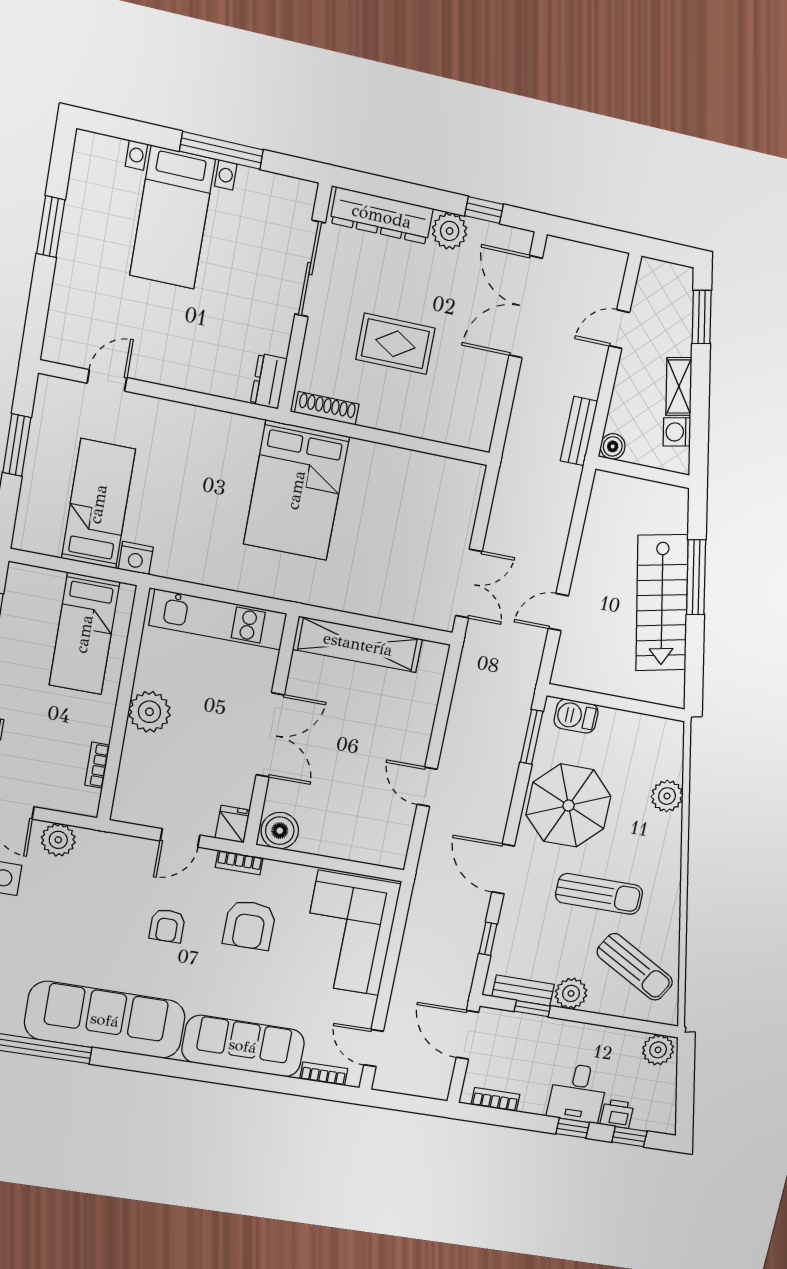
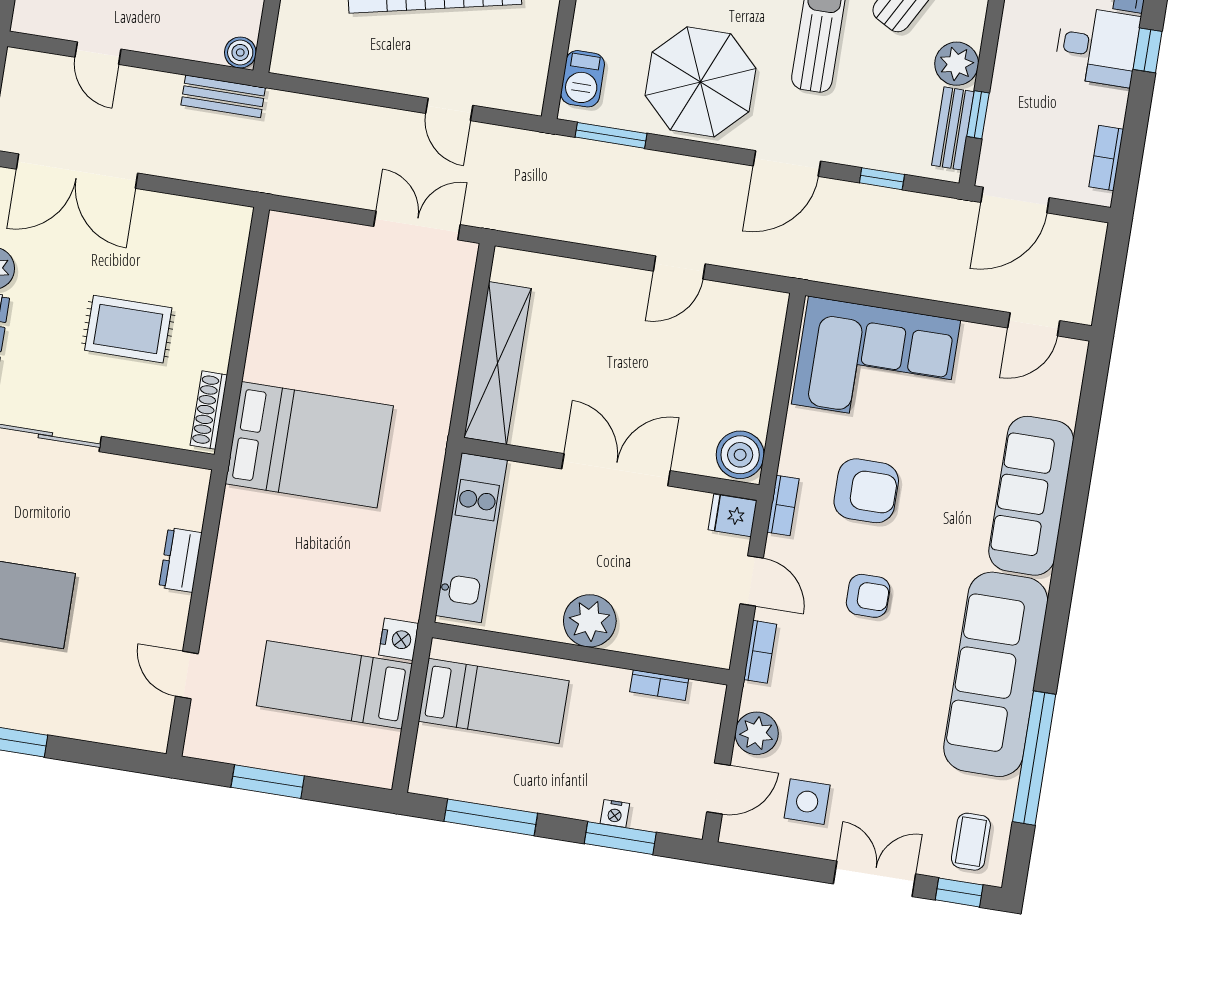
rug: (395, 344) -> (128, 329), turned 90
dresser: (269, 381) -> (180, 560), moved, turned 90
bookcase: (324, 1074) -> (760, 652), moved, turned 180

